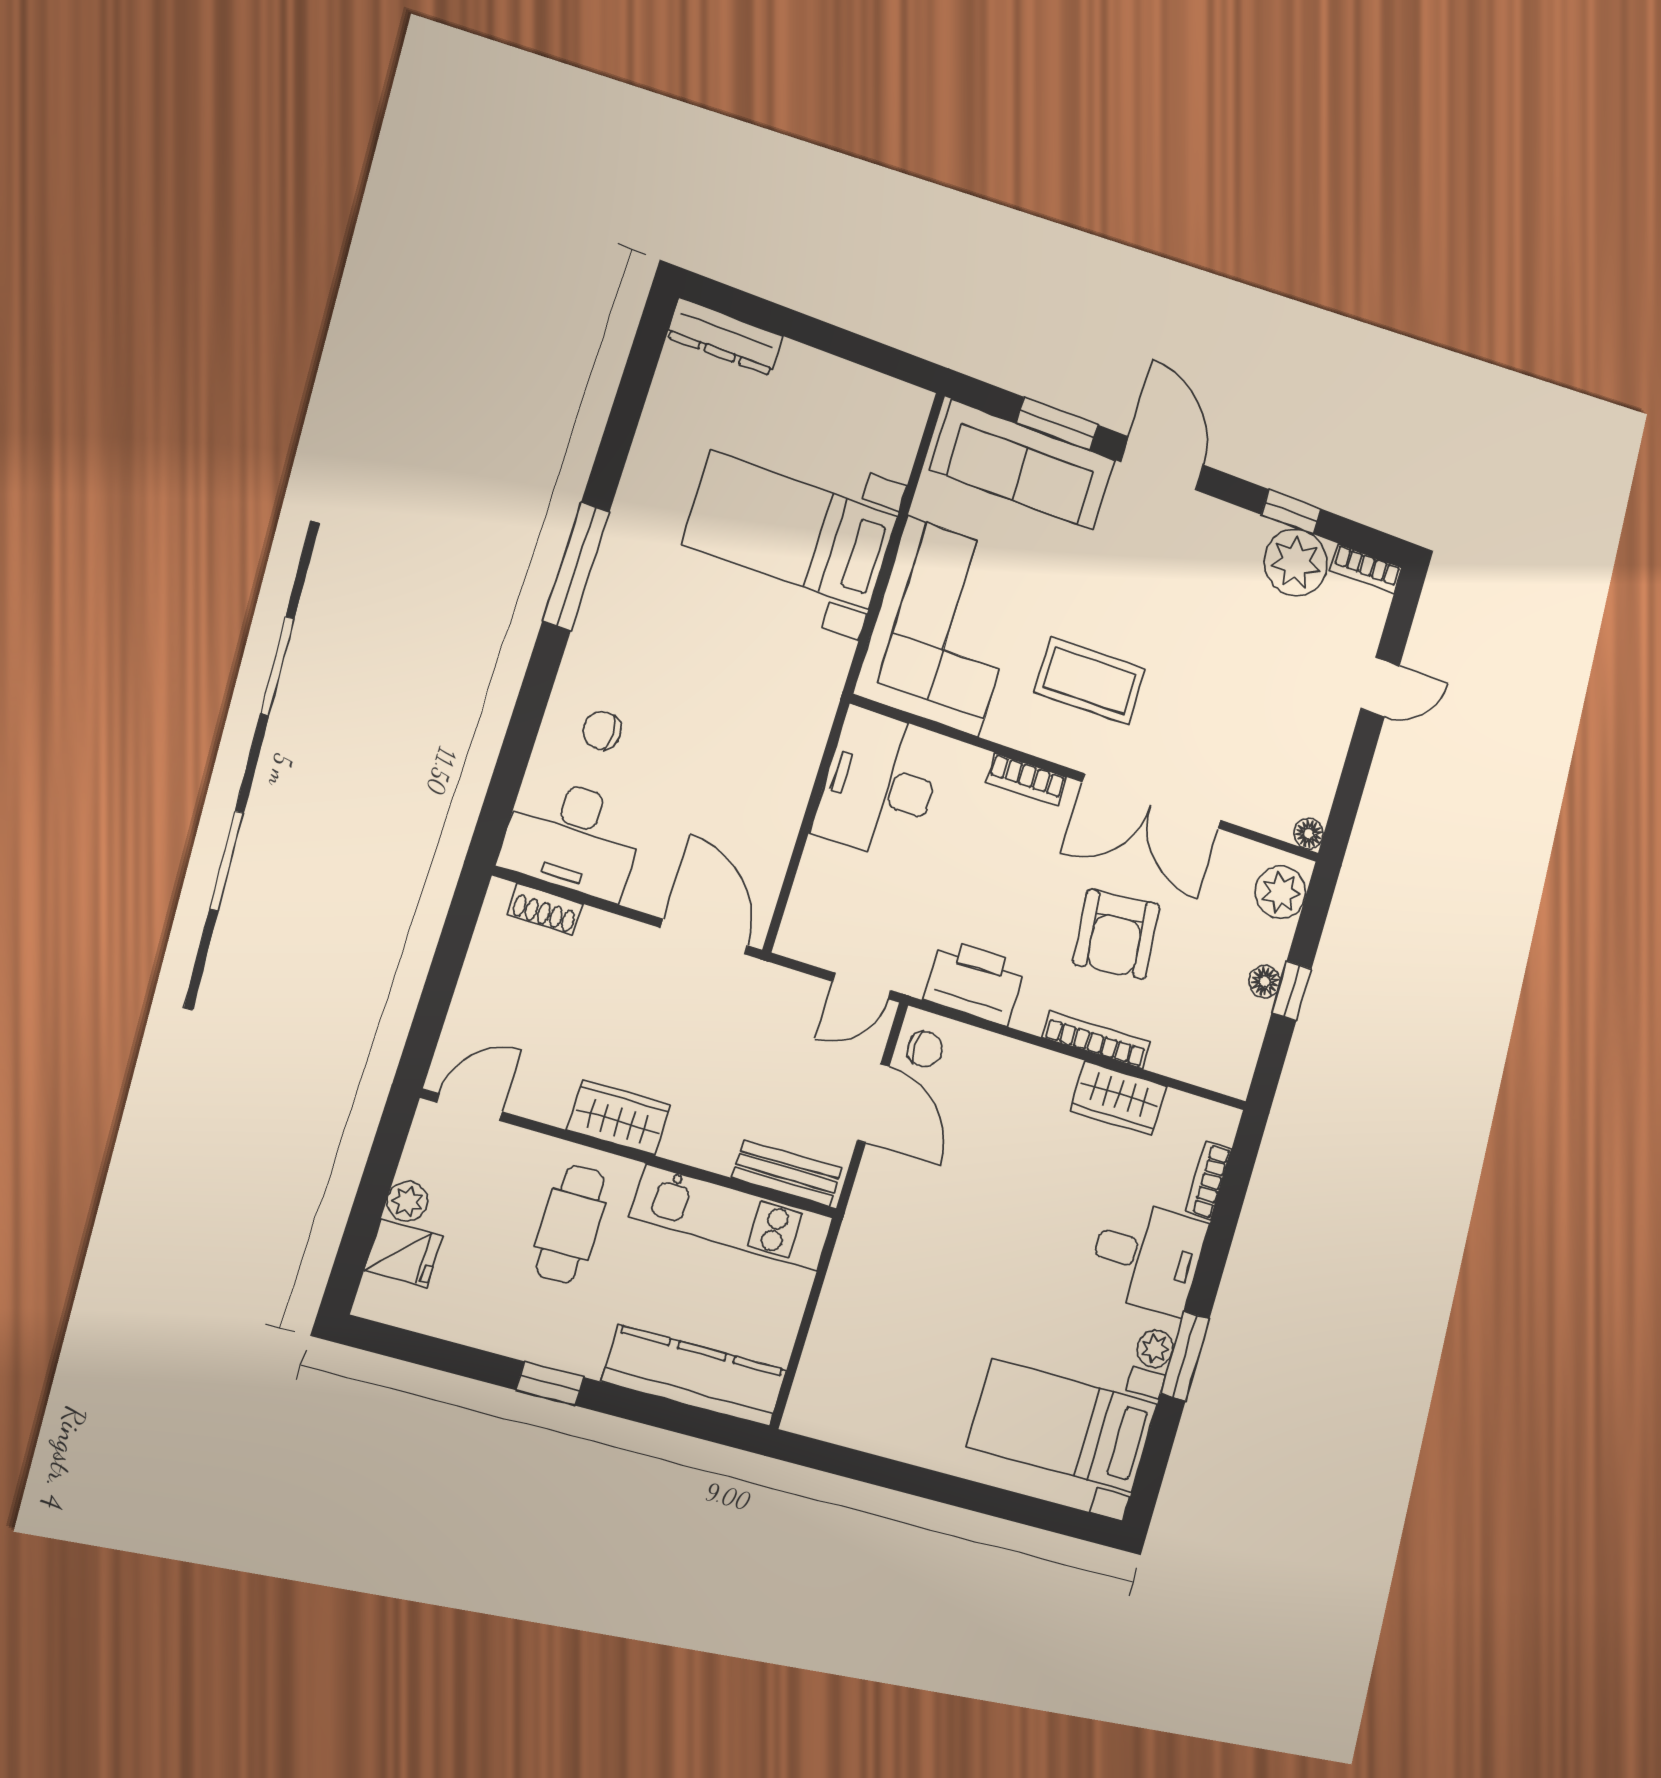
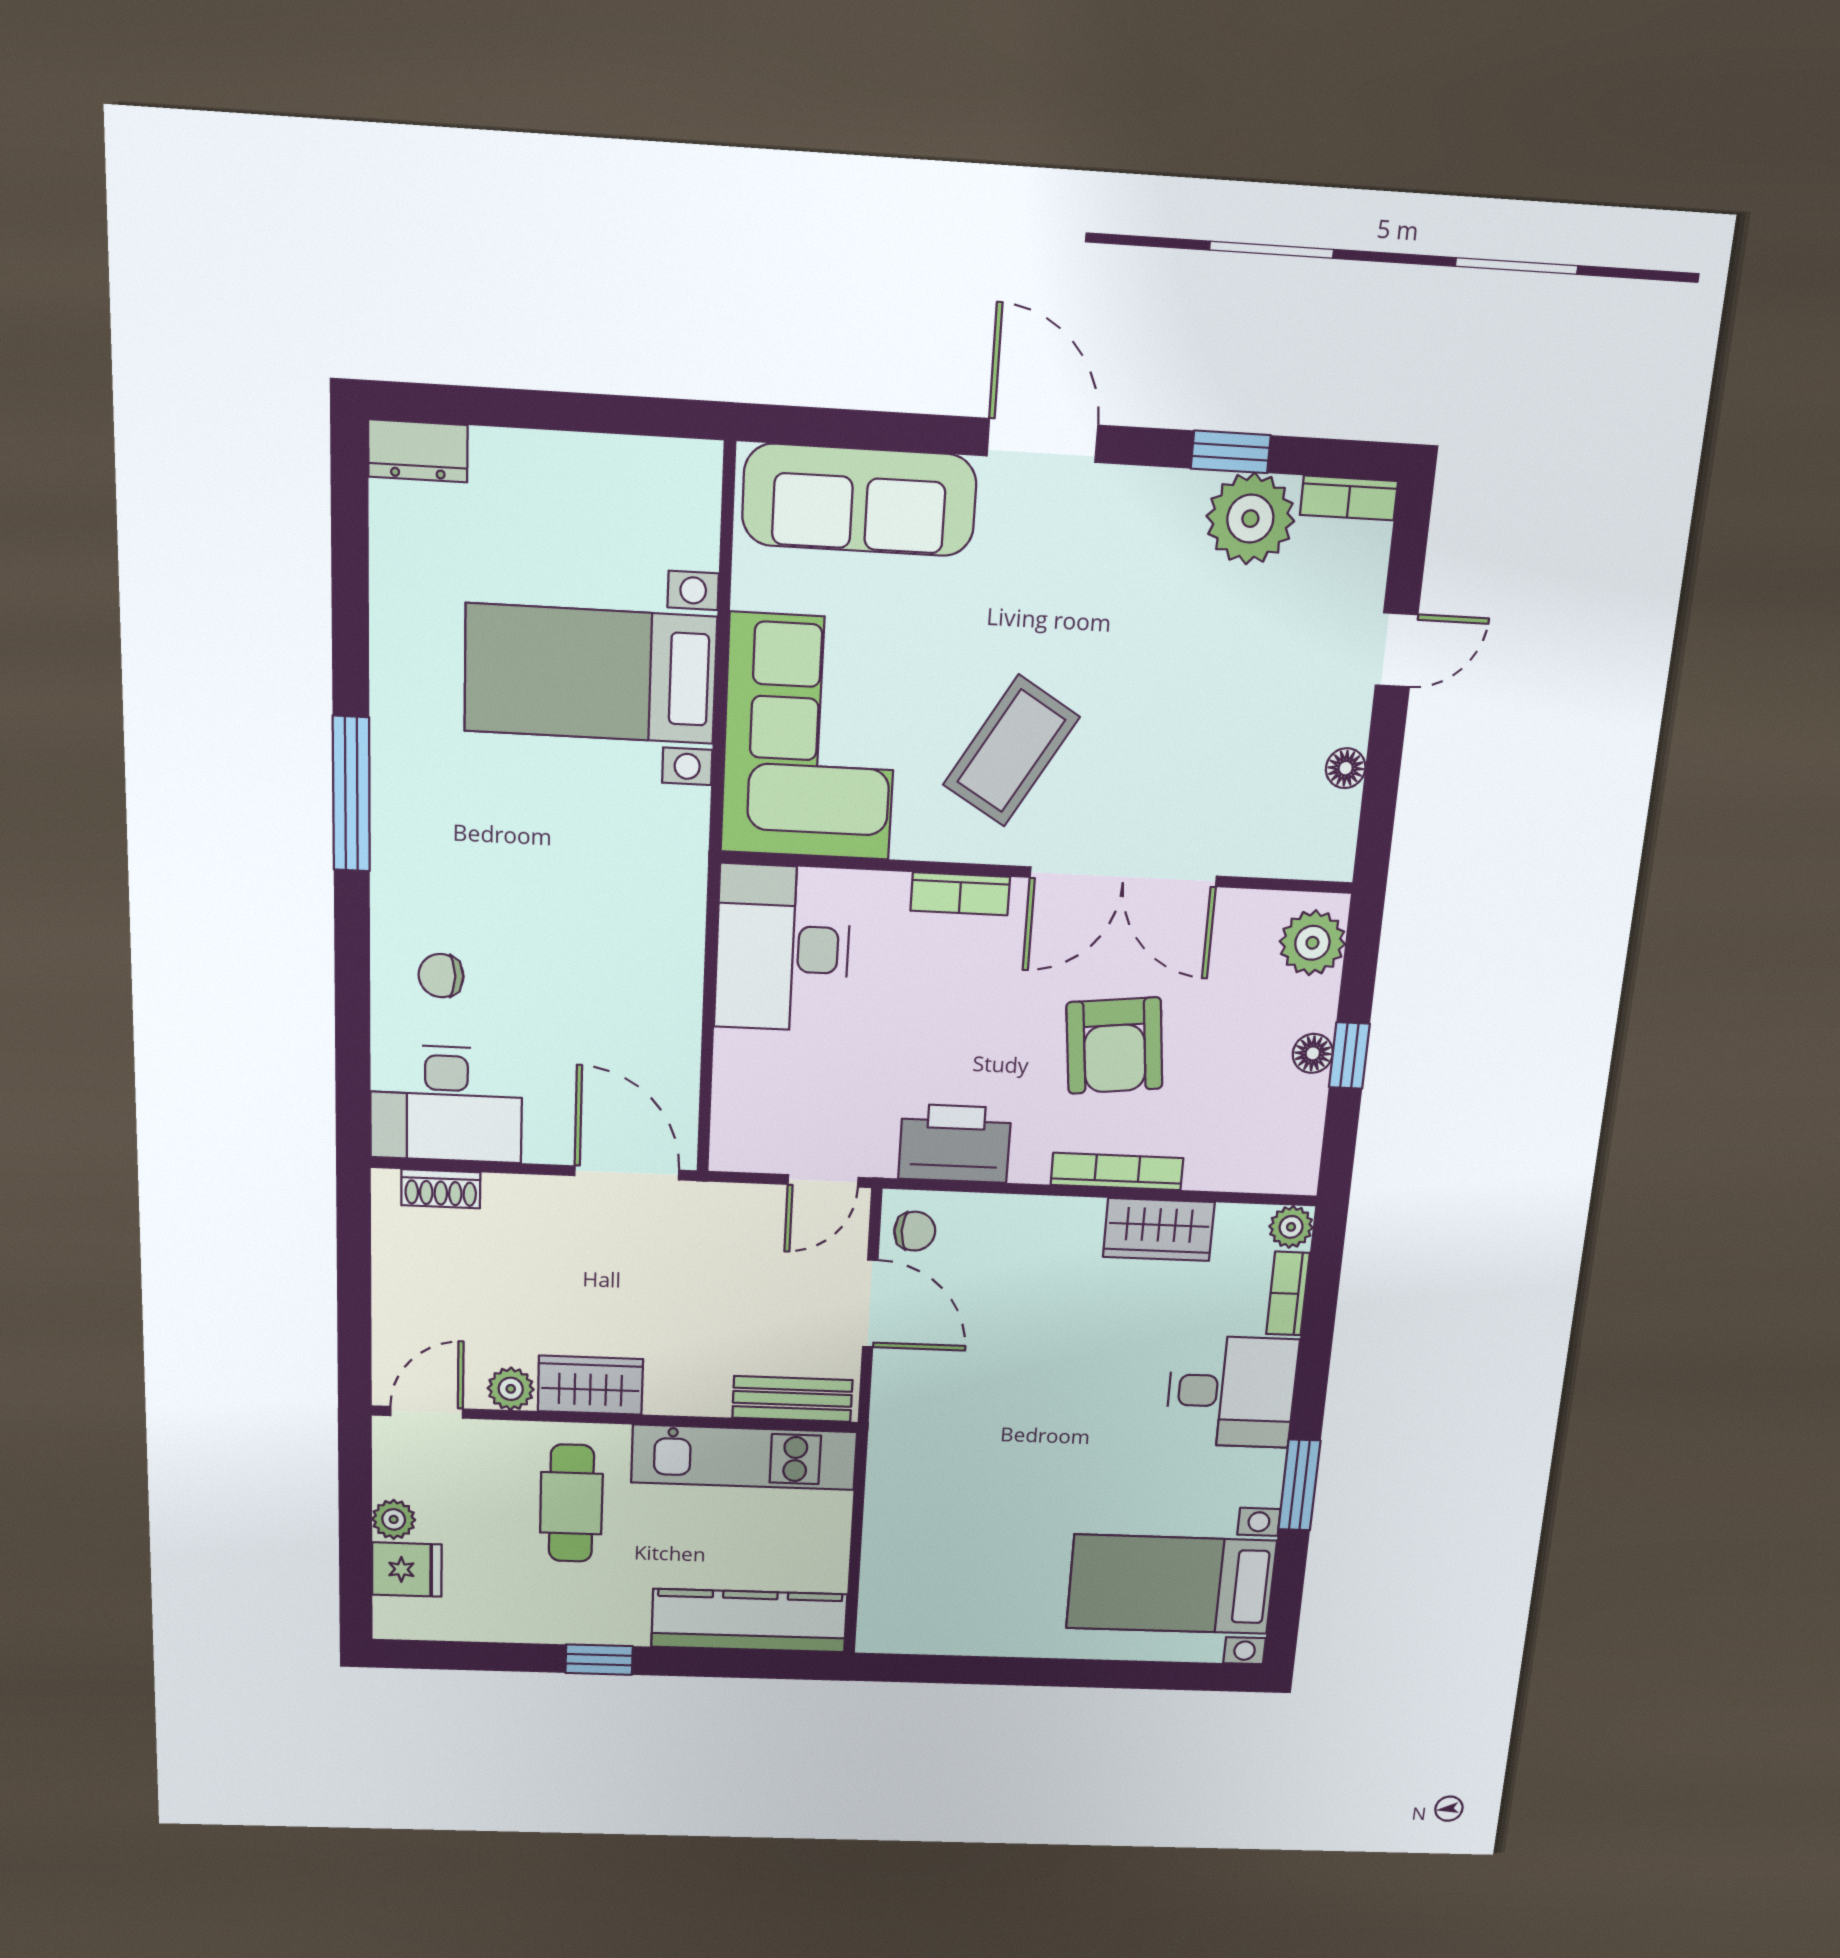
dresser: (725, 337) -> (418, 451), width x0.70
window: (1057, 424) -> (891, 431), removed
coffee table: (1090, 681) -> (1011, 751), turned -59
floor lamp: (1309, 834) -> (1346, 768), moved
plant: (549, 1104) -> (511, 1389), added
plant: (1155, 1349) -> (1291, 1227), moved

